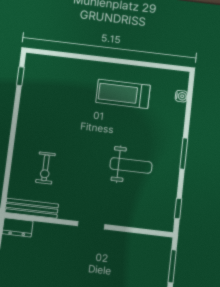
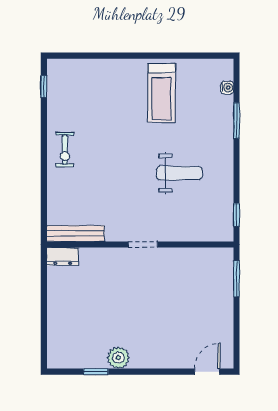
treadmill: (123, 94) -> (161, 93), turned -90
window: (184, 154) -> (237, 121), moved
exercise bike: (45, 168) -> (65, 150), moved

